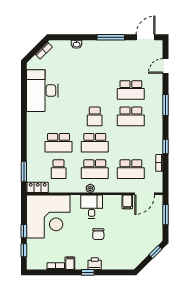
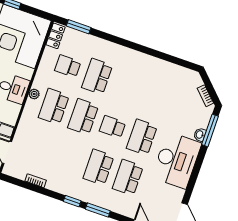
window: (111, 37) -> (210, 130), moved
desk: (42, 91) -> (177, 160), moved, turned 90
window: (165, 147) -> (72, 201), moved
school desk: (131, 169) -> (142, 137), moved

